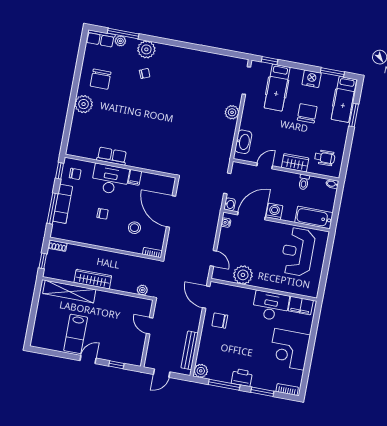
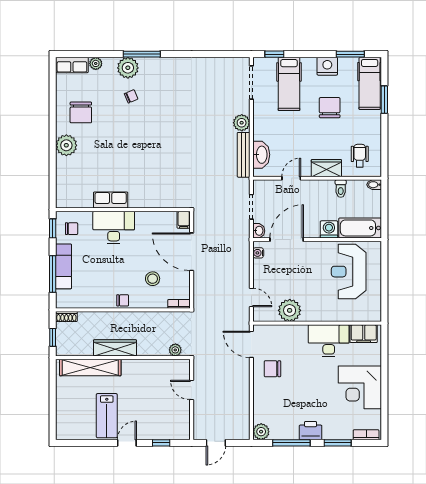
window: (123, 33) -> (142, 54), moved
wheelchair: (325, 158) -> (360, 156), turned -90
filing cabinet: (135, 177) -> (184, 220), moved
washing machine: (274, 211) -> (329, 229), moved
chair: (103, 214) -> (123, 300), moved
bench: (190, 350) -> (244, 155), moved

